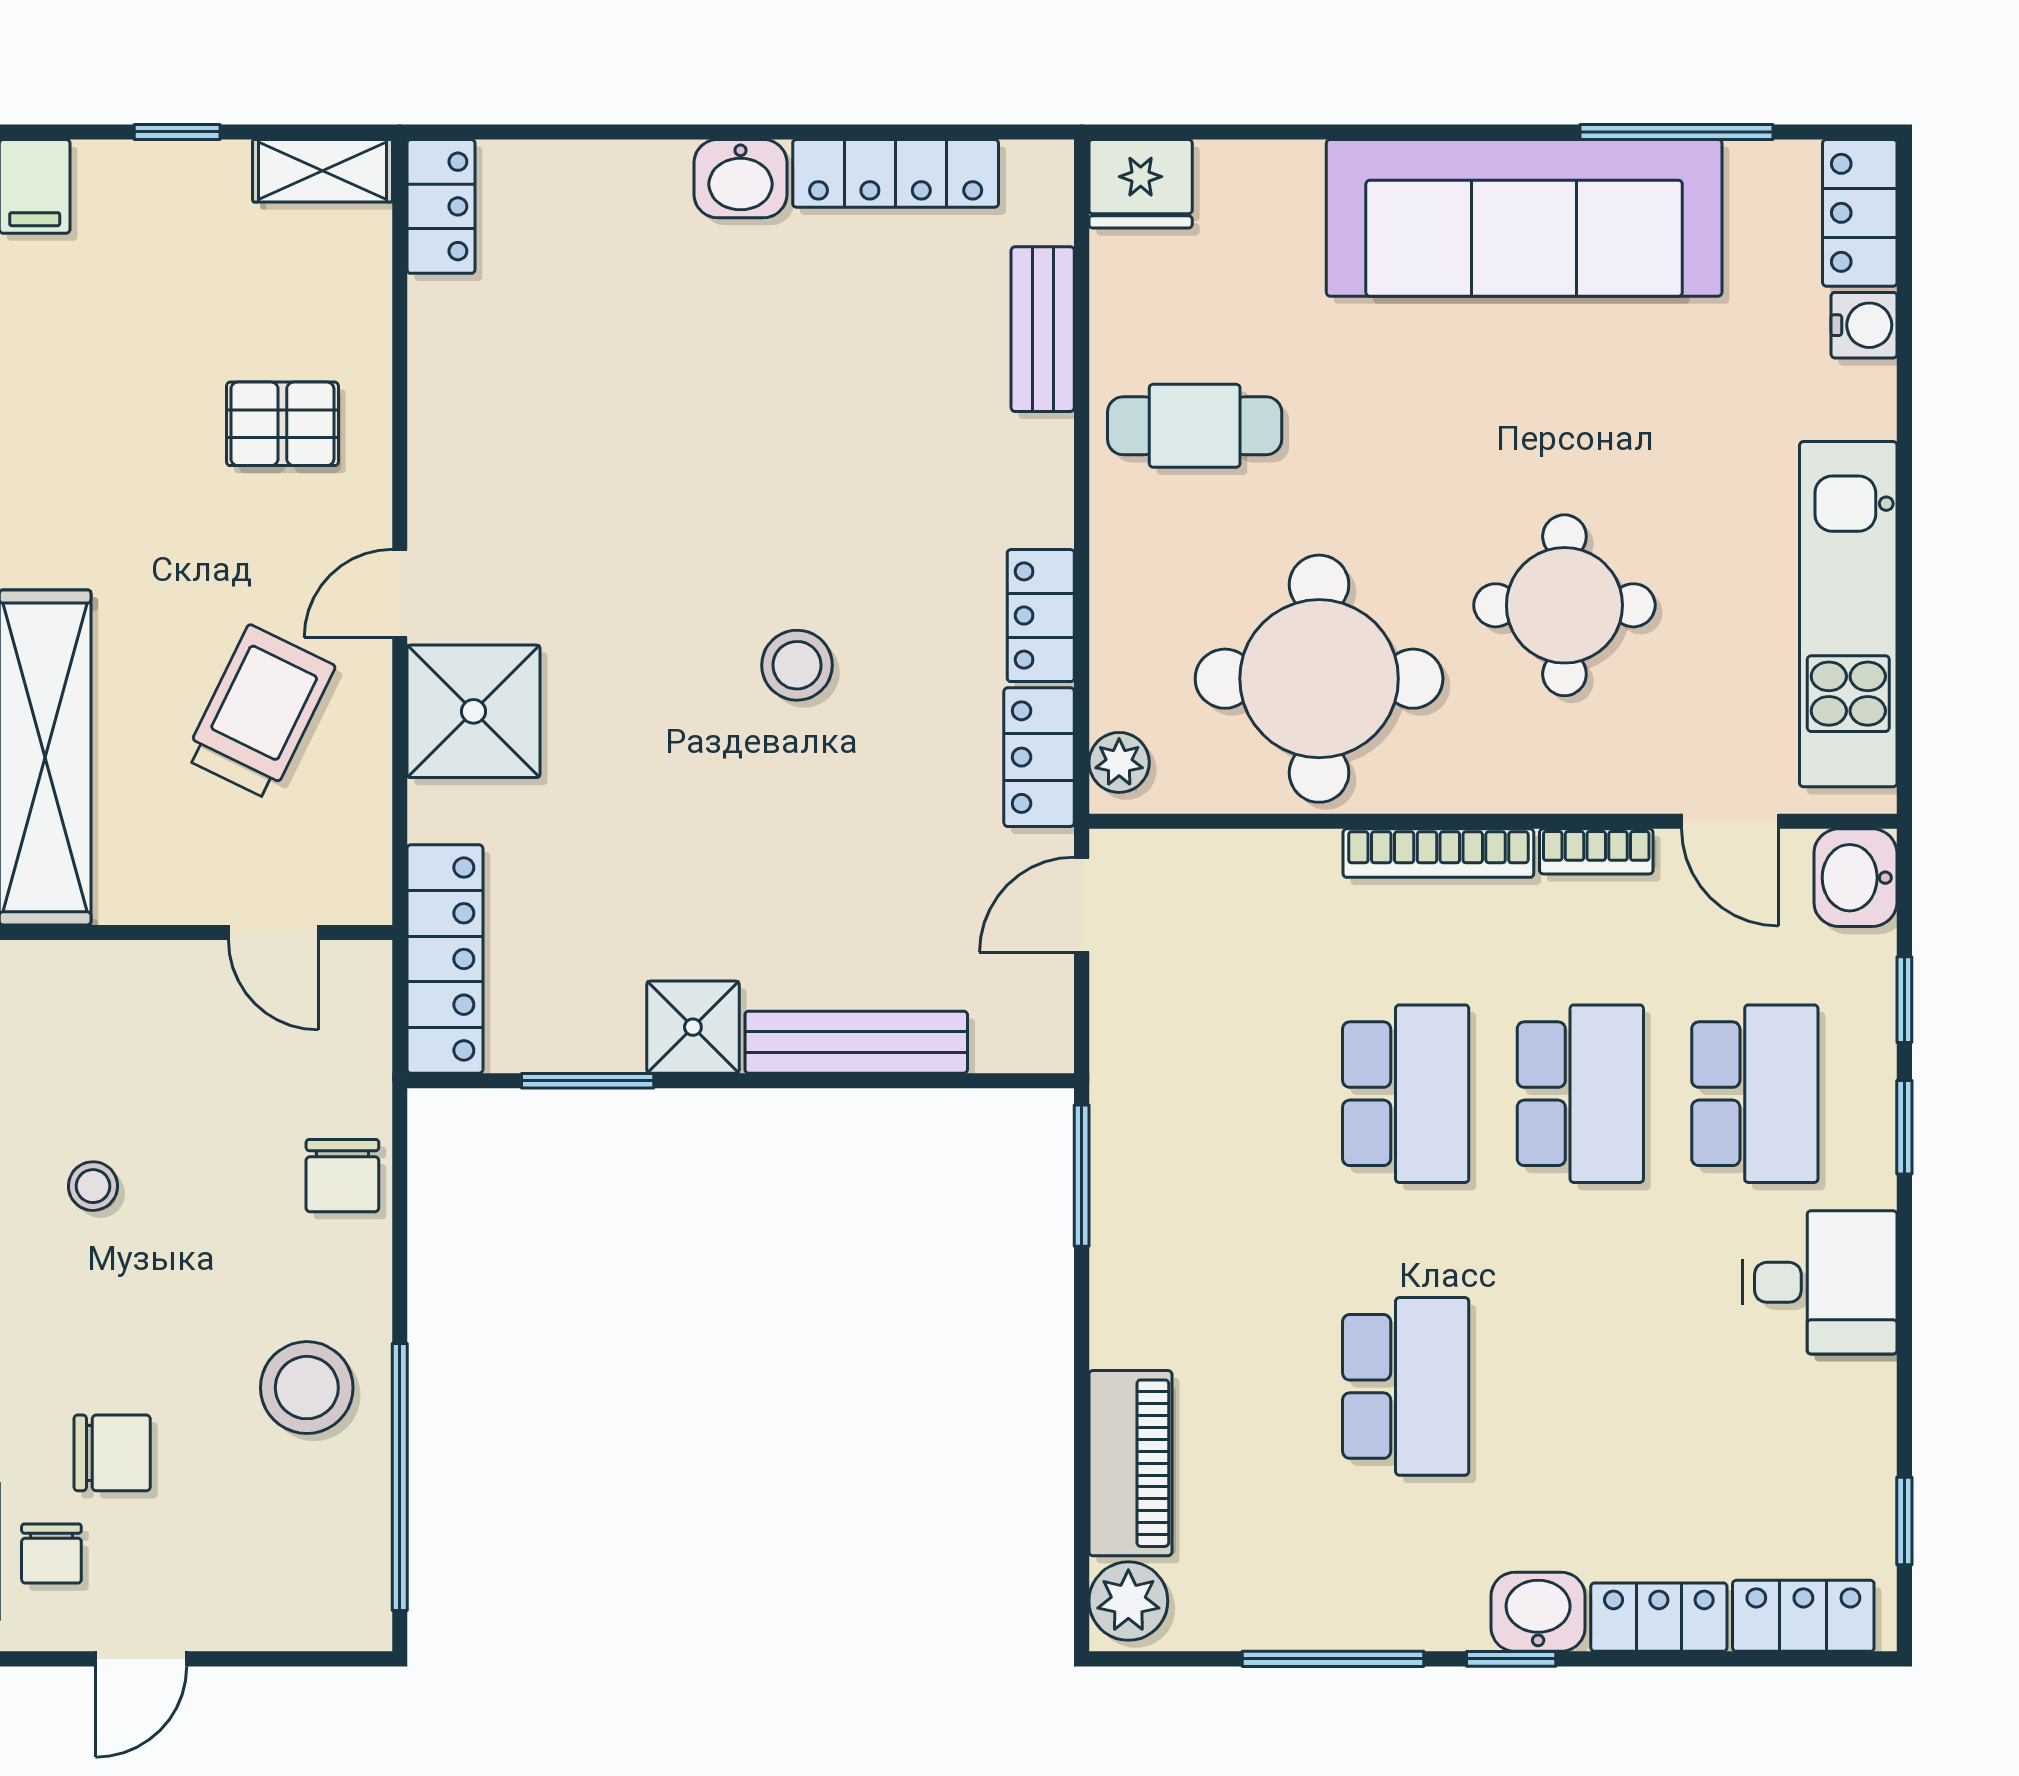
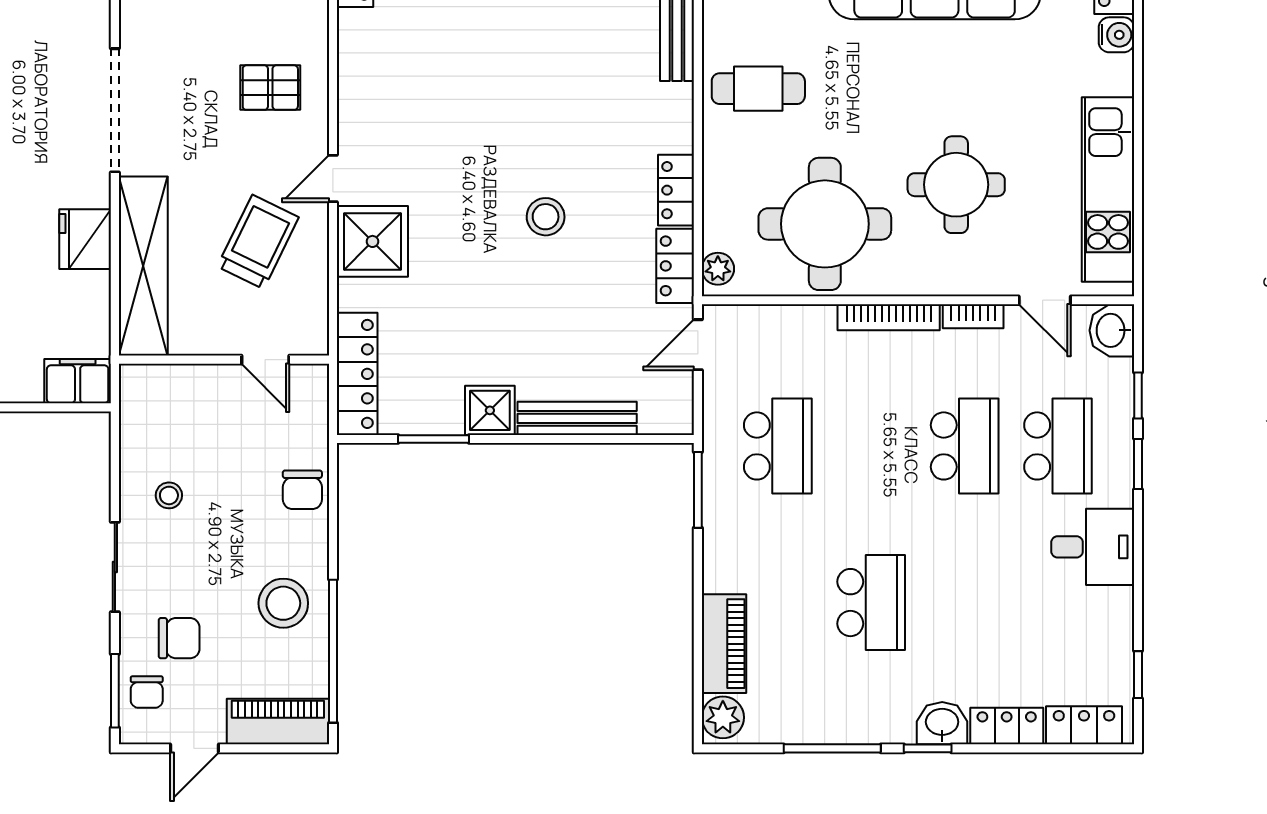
school desk: (1406, 1094) -> (778, 446), moved
piano: (297, 1609) -> (278, 722), added

